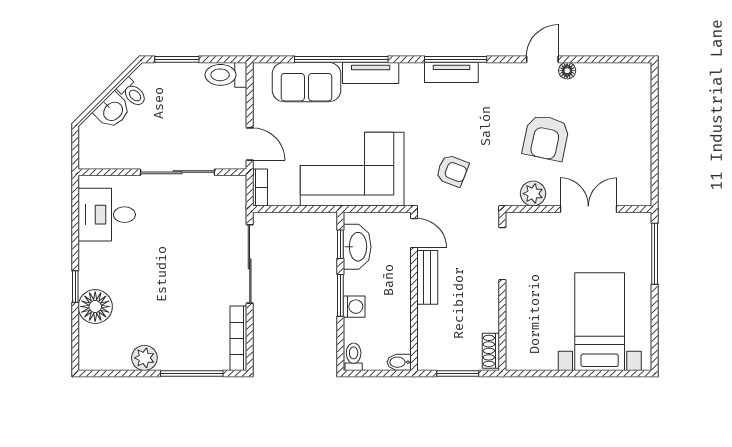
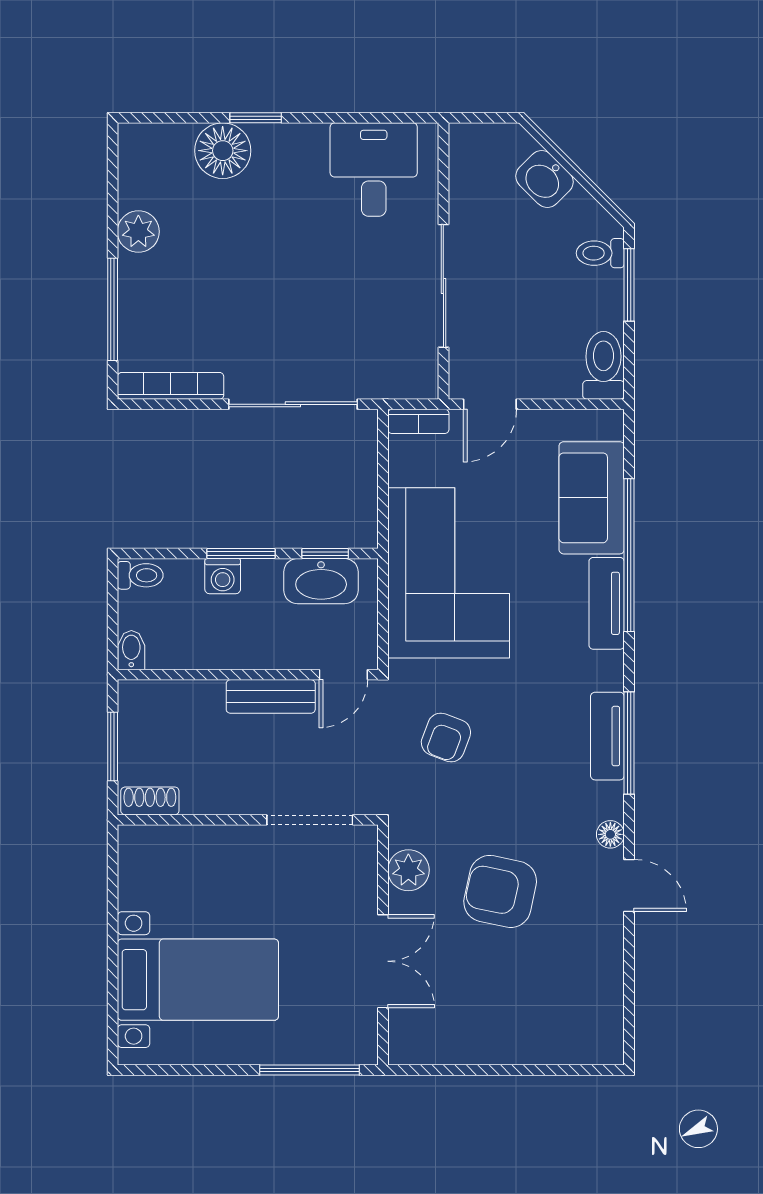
floor lamp: (567, 71) -> (610, 834), moved
toilet: (132, 93) -> (600, 253), moved, turned 45

